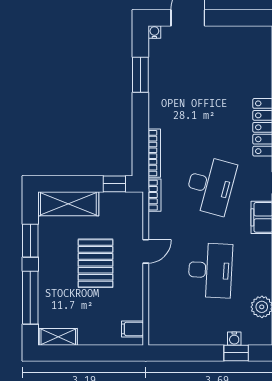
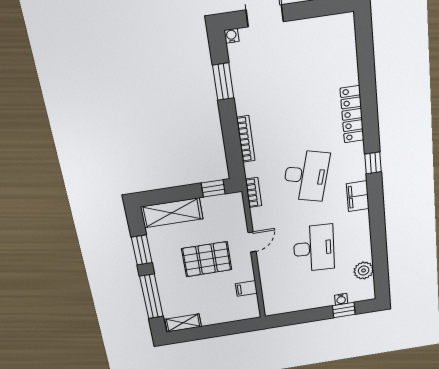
bookcase: (154, 153) -> (246, 139), moved
pallet: (95, 263) -> (207, 259), turned 90
filing cabinet: (132, 329) -> (246, 288), moved

